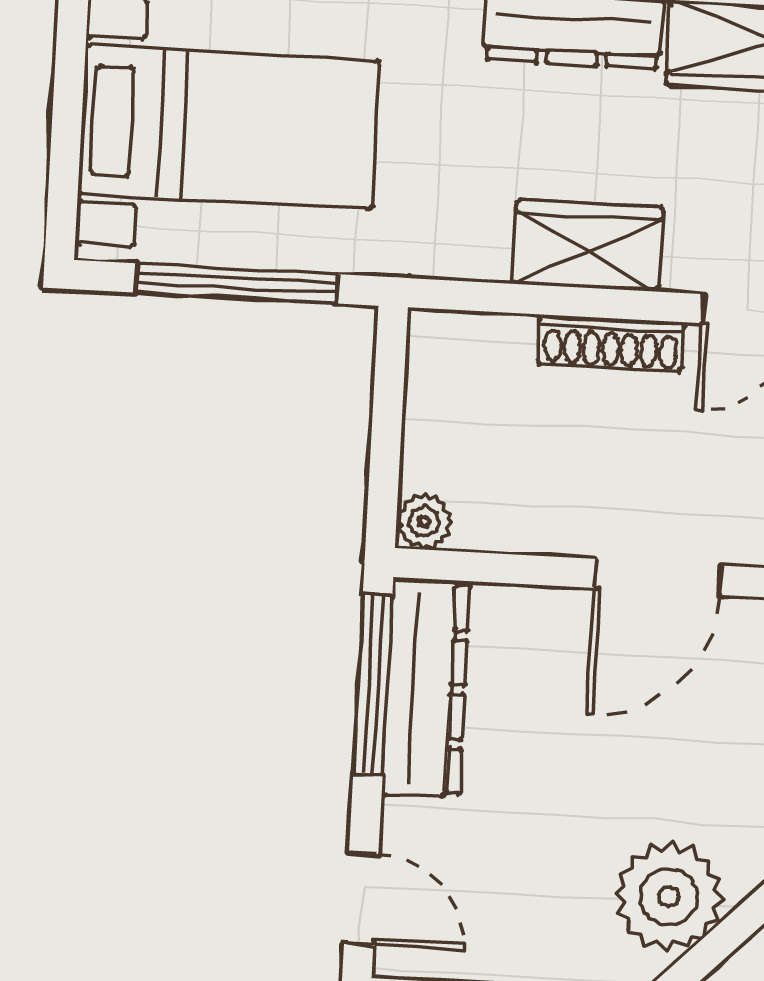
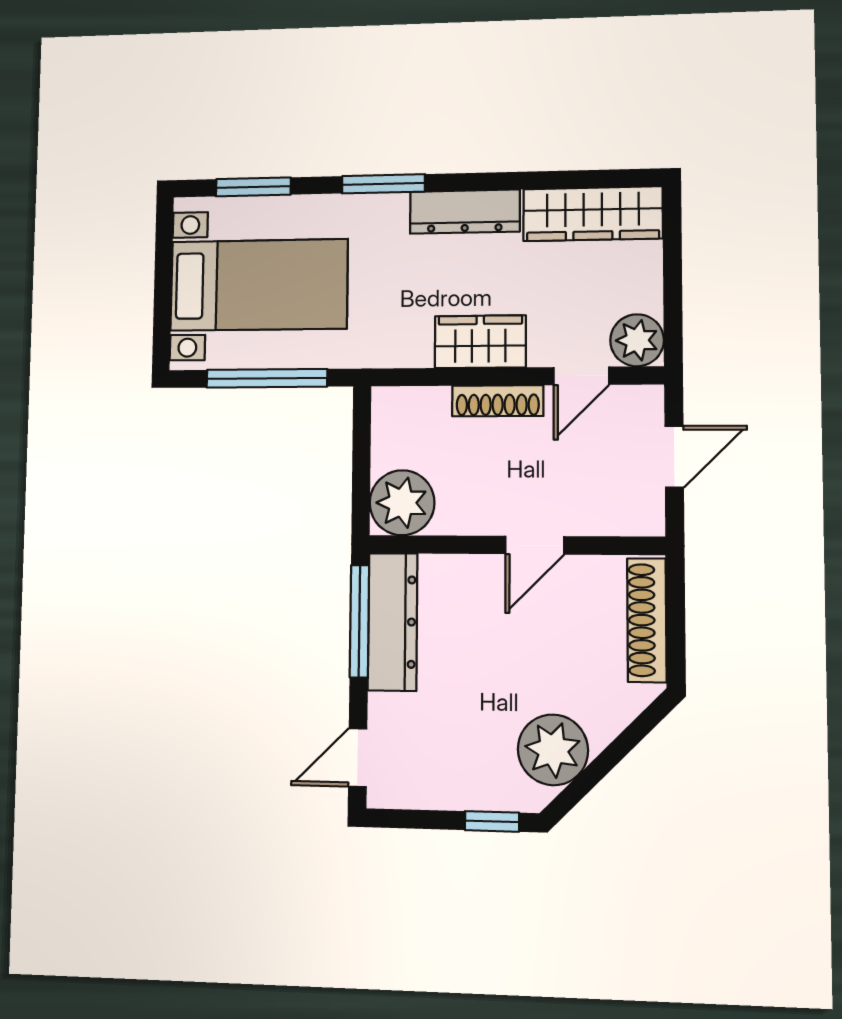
plant: (424, 522) -> (402, 503), width x1.88, depth x1.88
door: (657, 577) -> (535, 545), width x0.73
door: (361, 899) -> (358, 758), swing flipped

